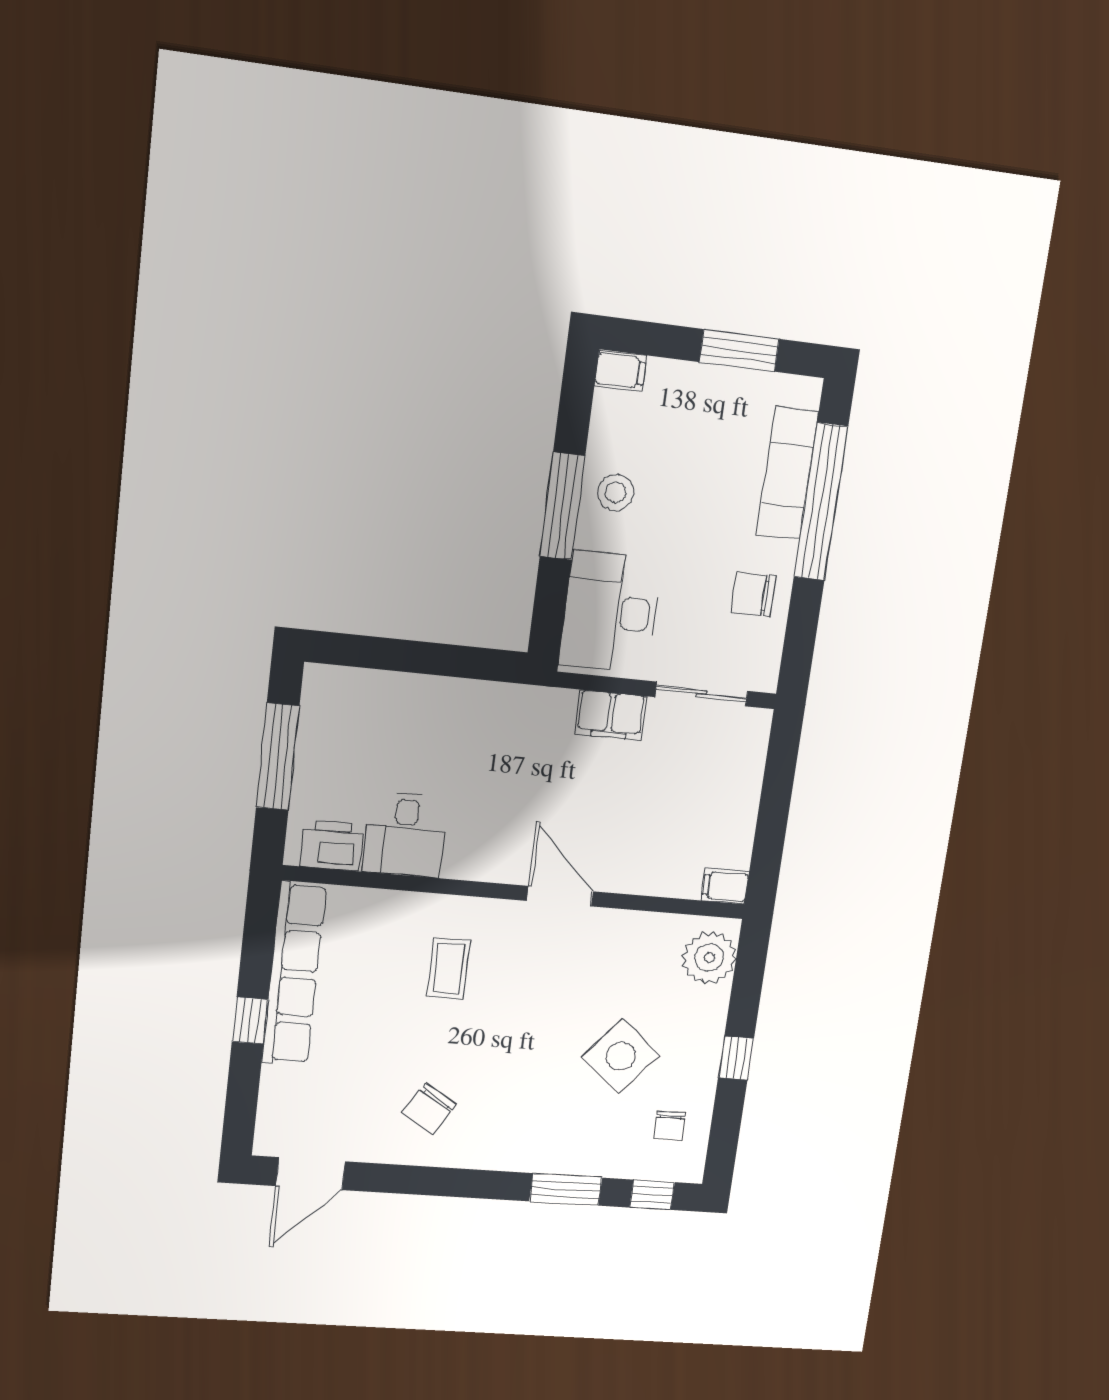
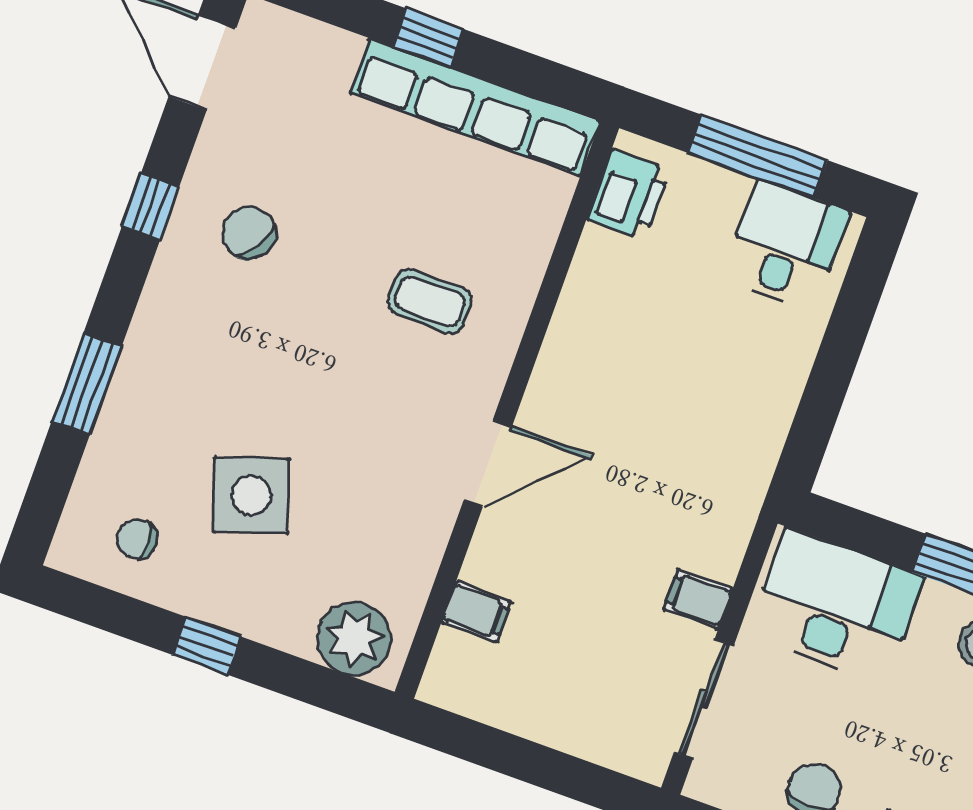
filing cabinet: (611, 715) -> (698, 599), width x0.50
desk: (405, 834) -> (786, 245), moved, turned 90
filing cabinet: (725, 886) -> (476, 612), moved, turned 90
side table: (621, 1056) -> (251, 495), turned 31
window: (652, 1195) -> (151, 206), moved

